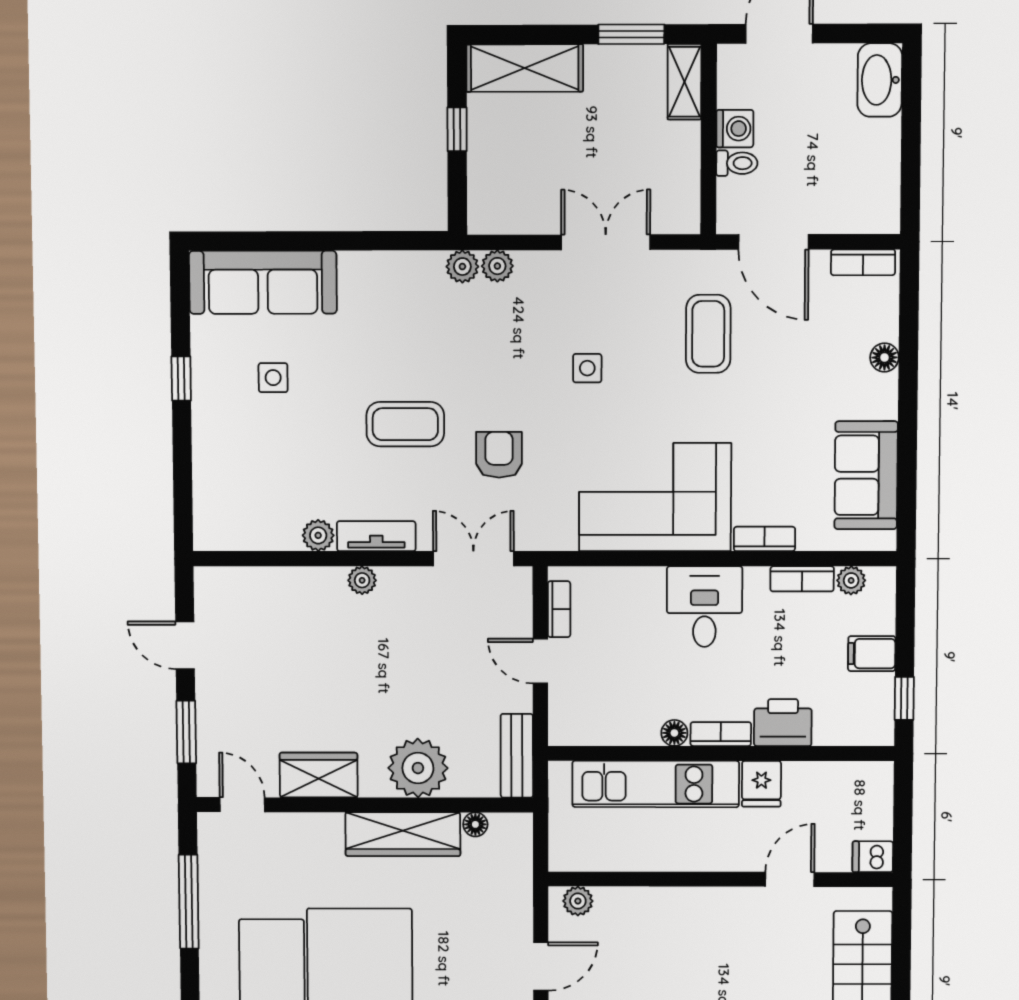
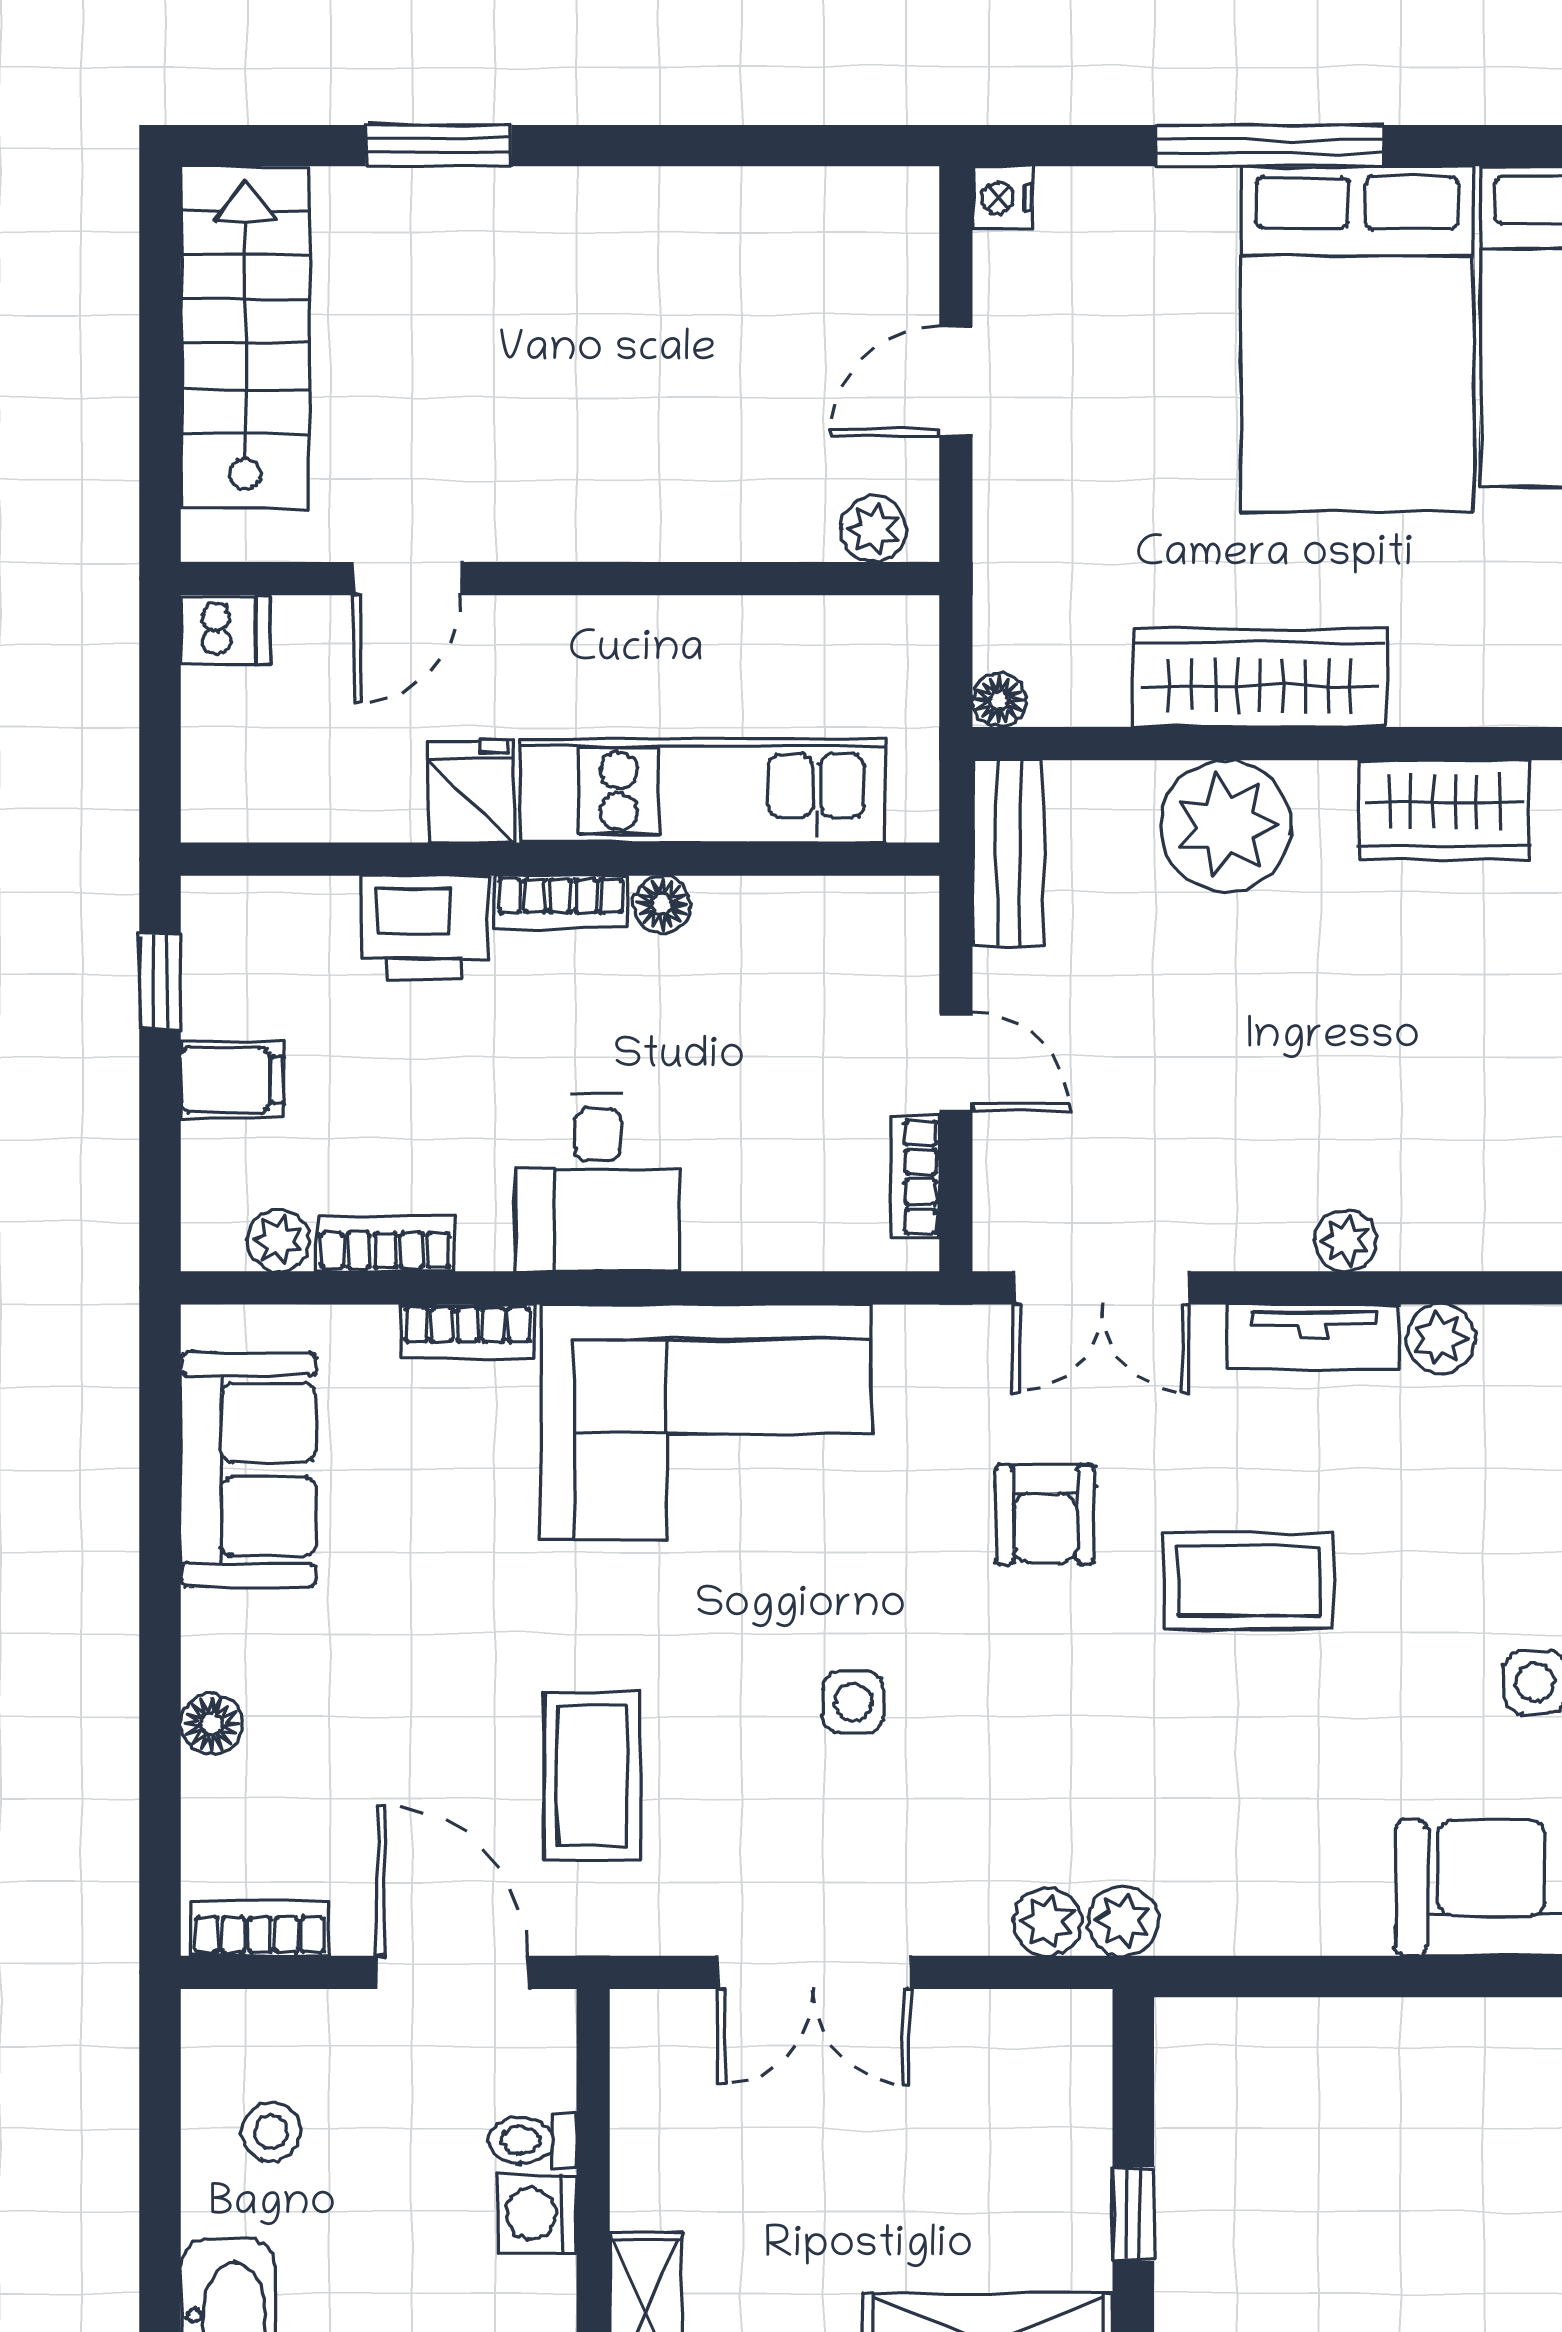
stool: (859, 167) -> (271, 2132), added
floor lamp: (475, 824) -> (999, 700), moved

